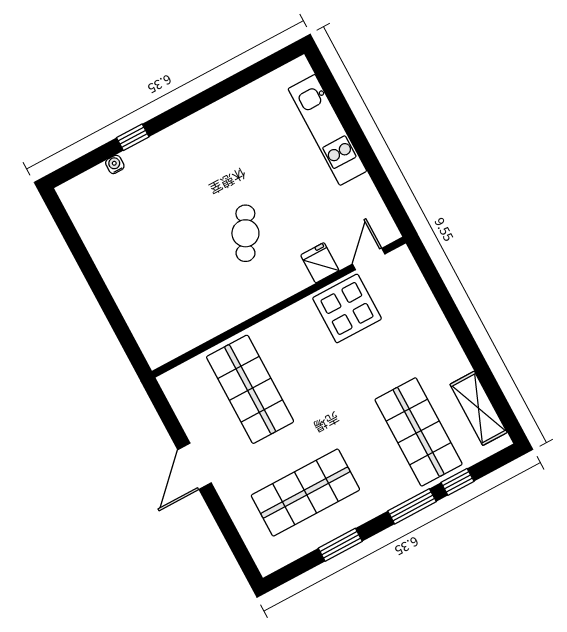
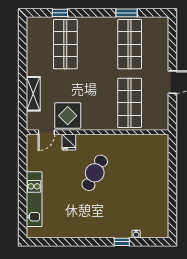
cafe table: (245, 233) -> (95, 173), width x1.37, depth x1.35
shelving: (479, 408) -> (33, 94), moved
shop shelf: (305, 493) -> (130, 44), turned 90
window: (412, 506) -> (86, 13), removed

